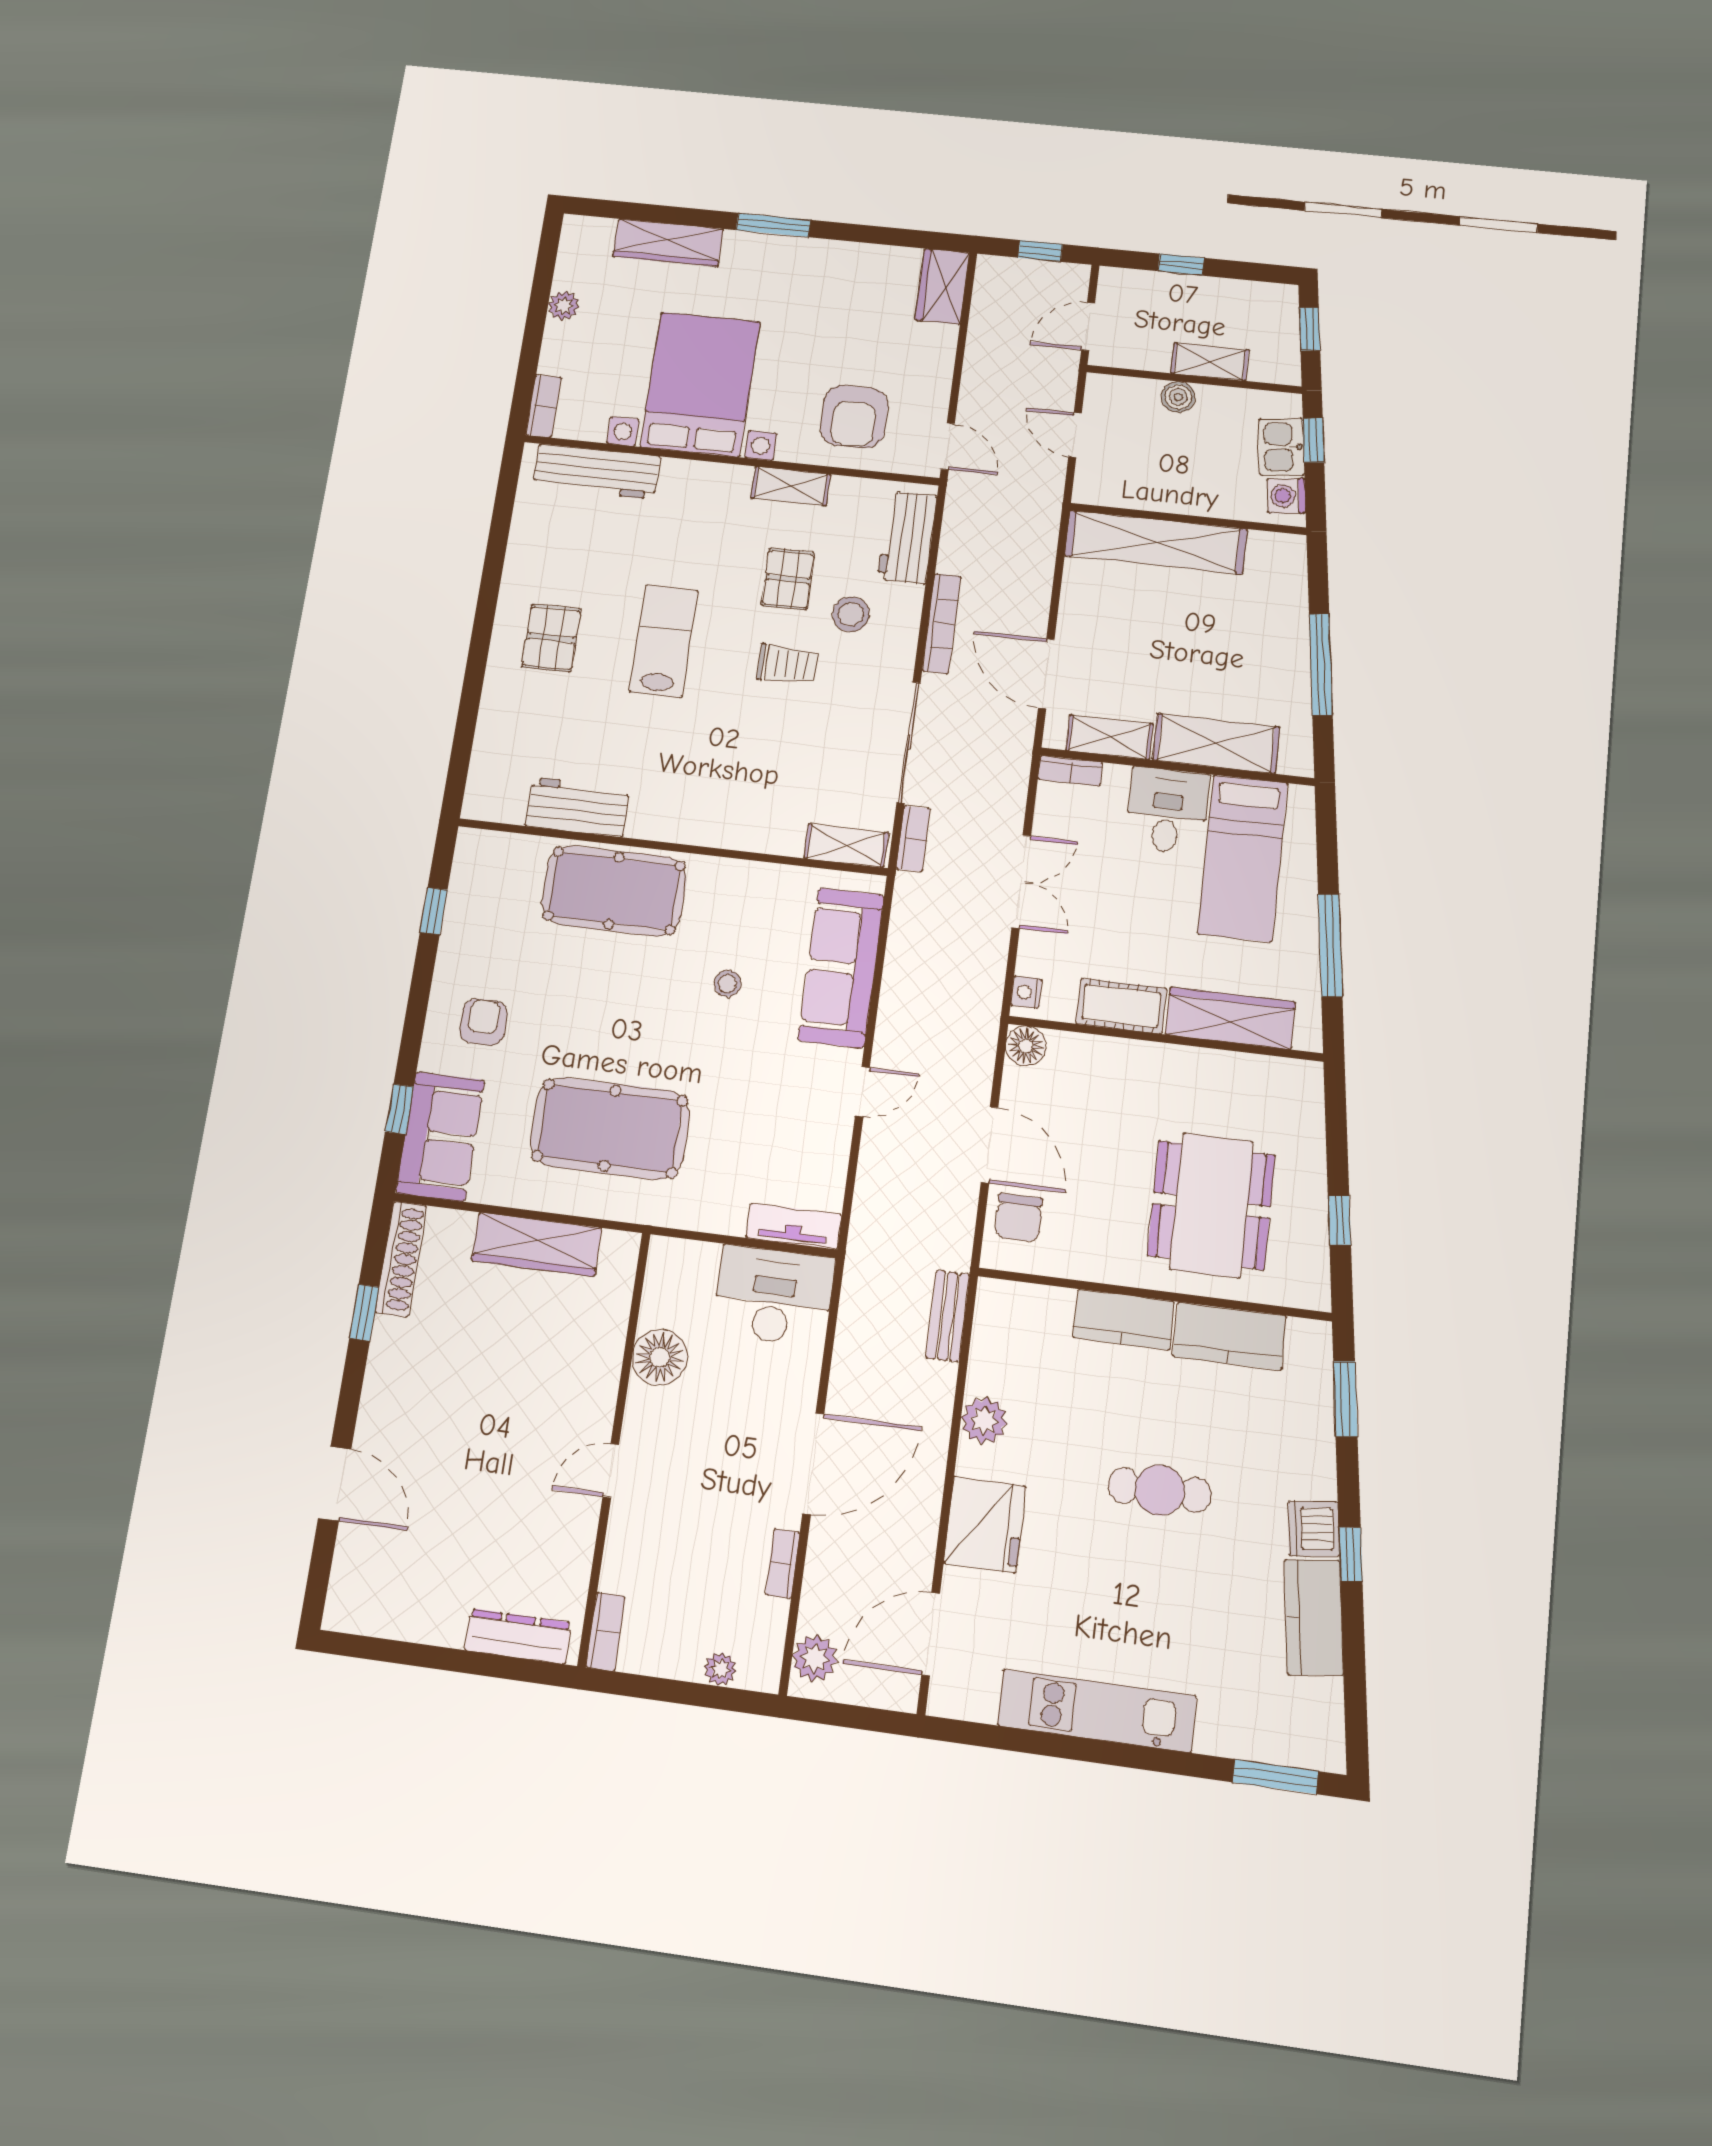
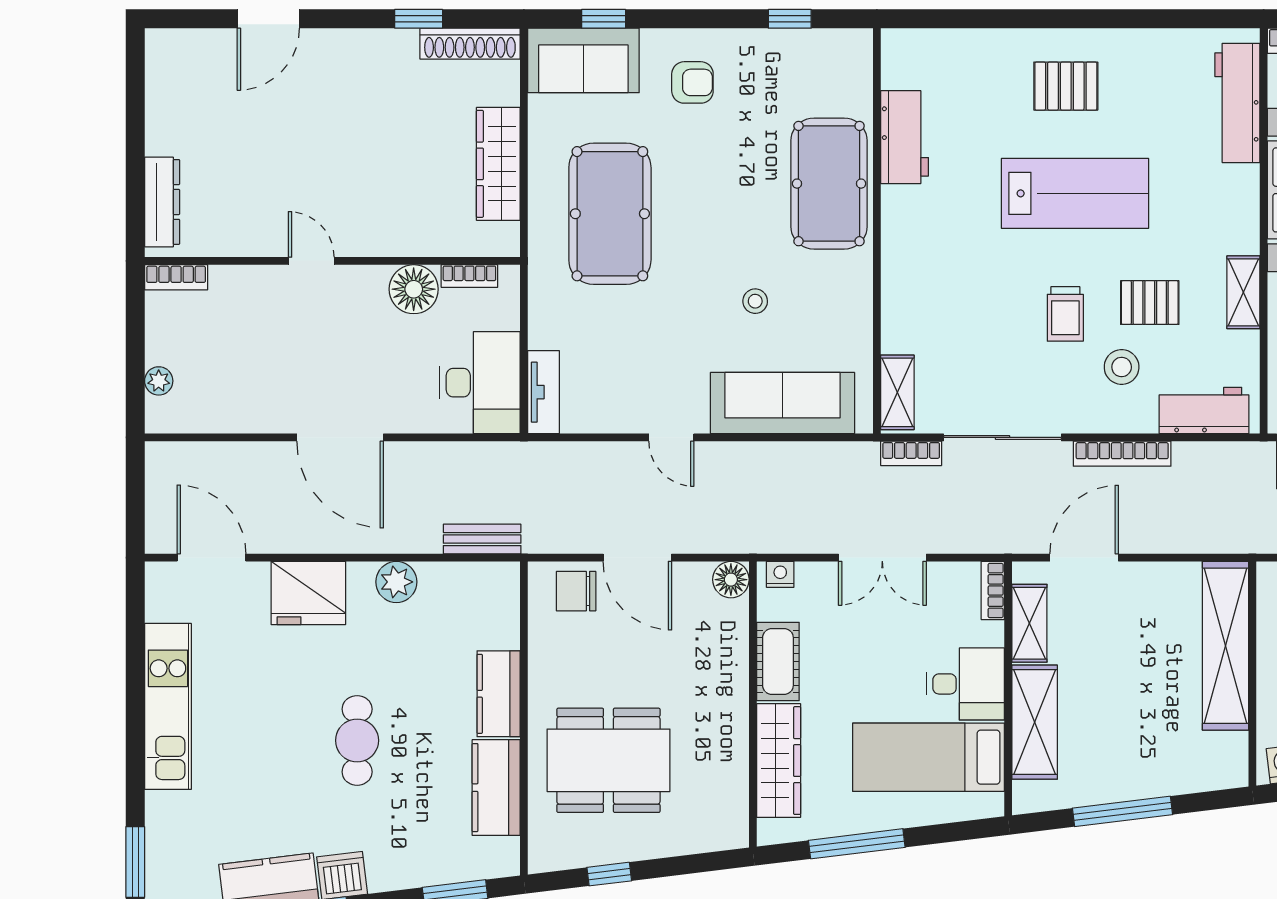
lab bench: (664, 641) -> (1075, 193), width x1.36, depth x1.39
door: (989, 1145) -> (637, 558), hinge flipped
bookcase: (783, 1563) -> (469, 276), moved, turned 180
plant: (815, 1658) -> (178, 461), removed

